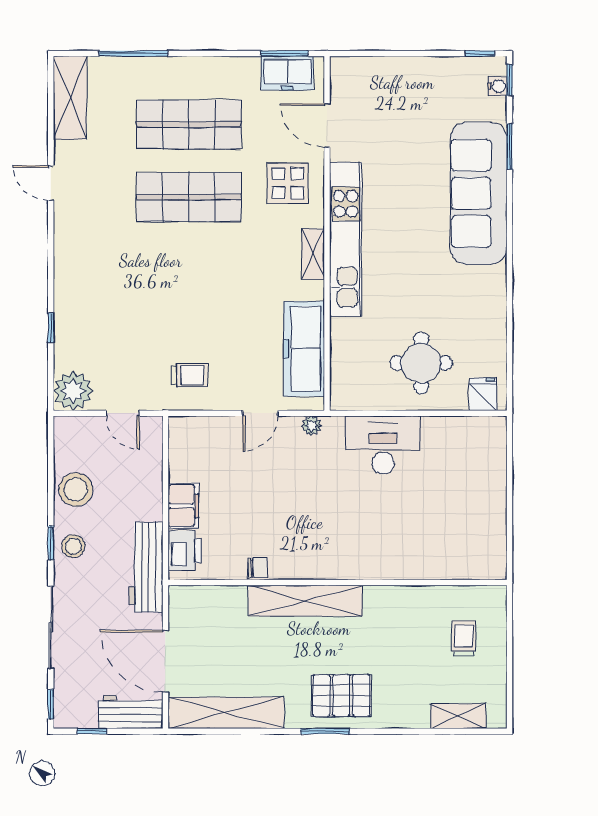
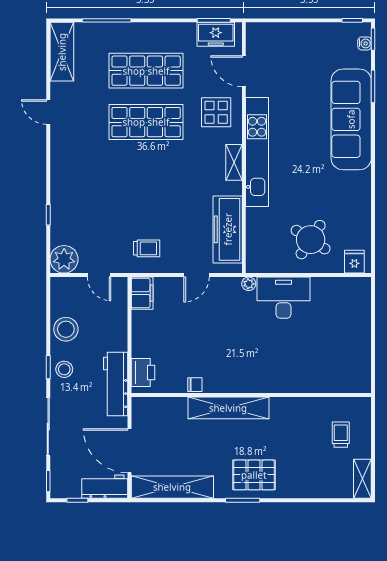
round table: (421, 363) -> (311, 240), turned 33
plant: (312, 426) -> (249, 284), moved
filing cabinet: (183, 506) -> (142, 293), moved
shelving: (458, 716) -> (362, 479), moved, turned 90

